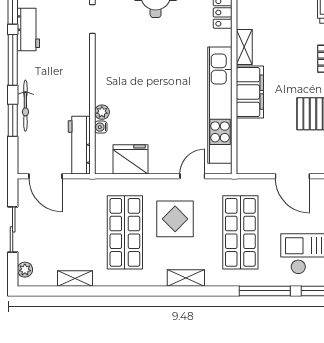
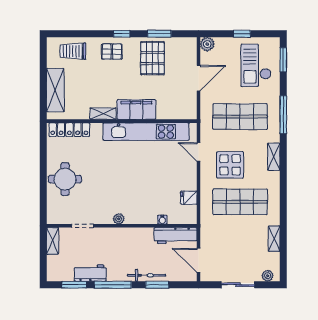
plant: (102, 112) -> (119, 219), moved
fridge: (131, 159) -> (189, 198), width x0.53, depth x0.75
door: (45, 176) -> (199, 260), swing flipped
window: (265, 291) -> (283, 115), moved

